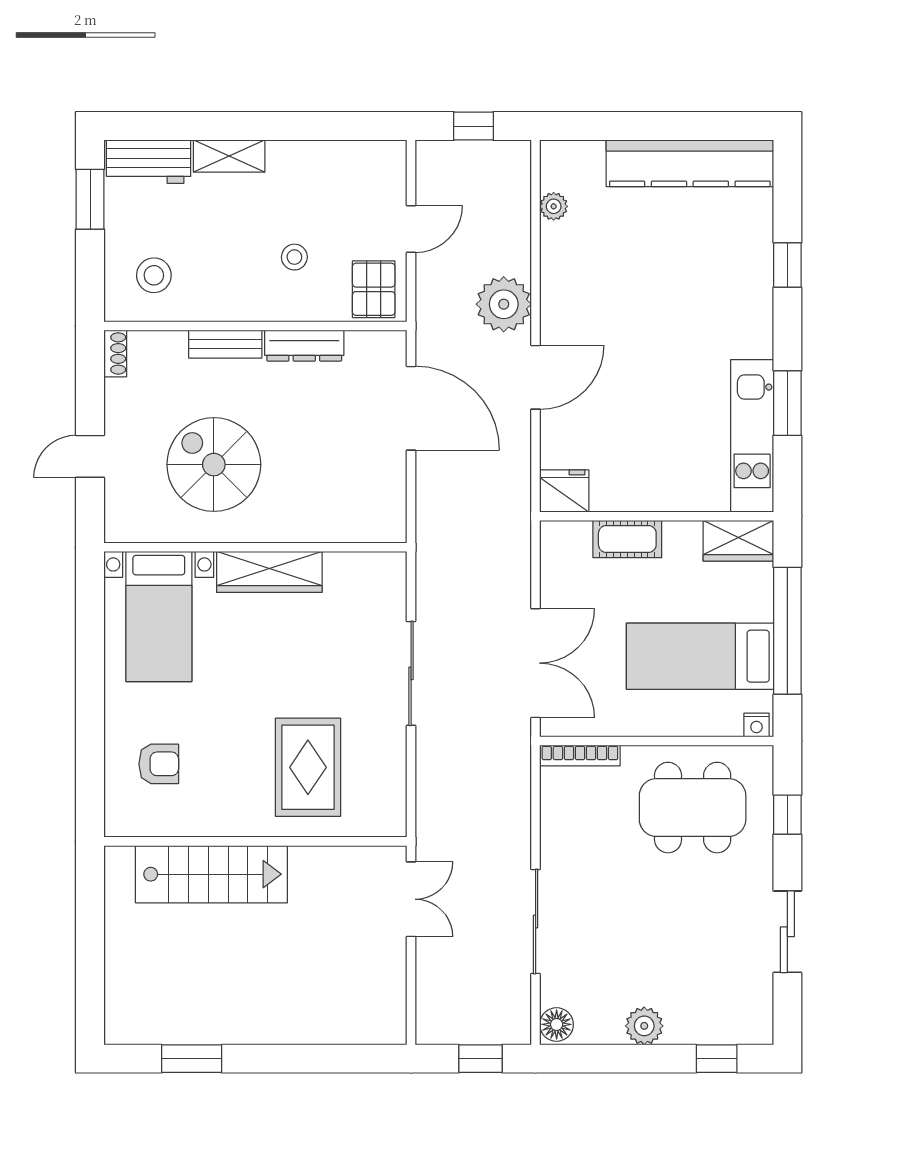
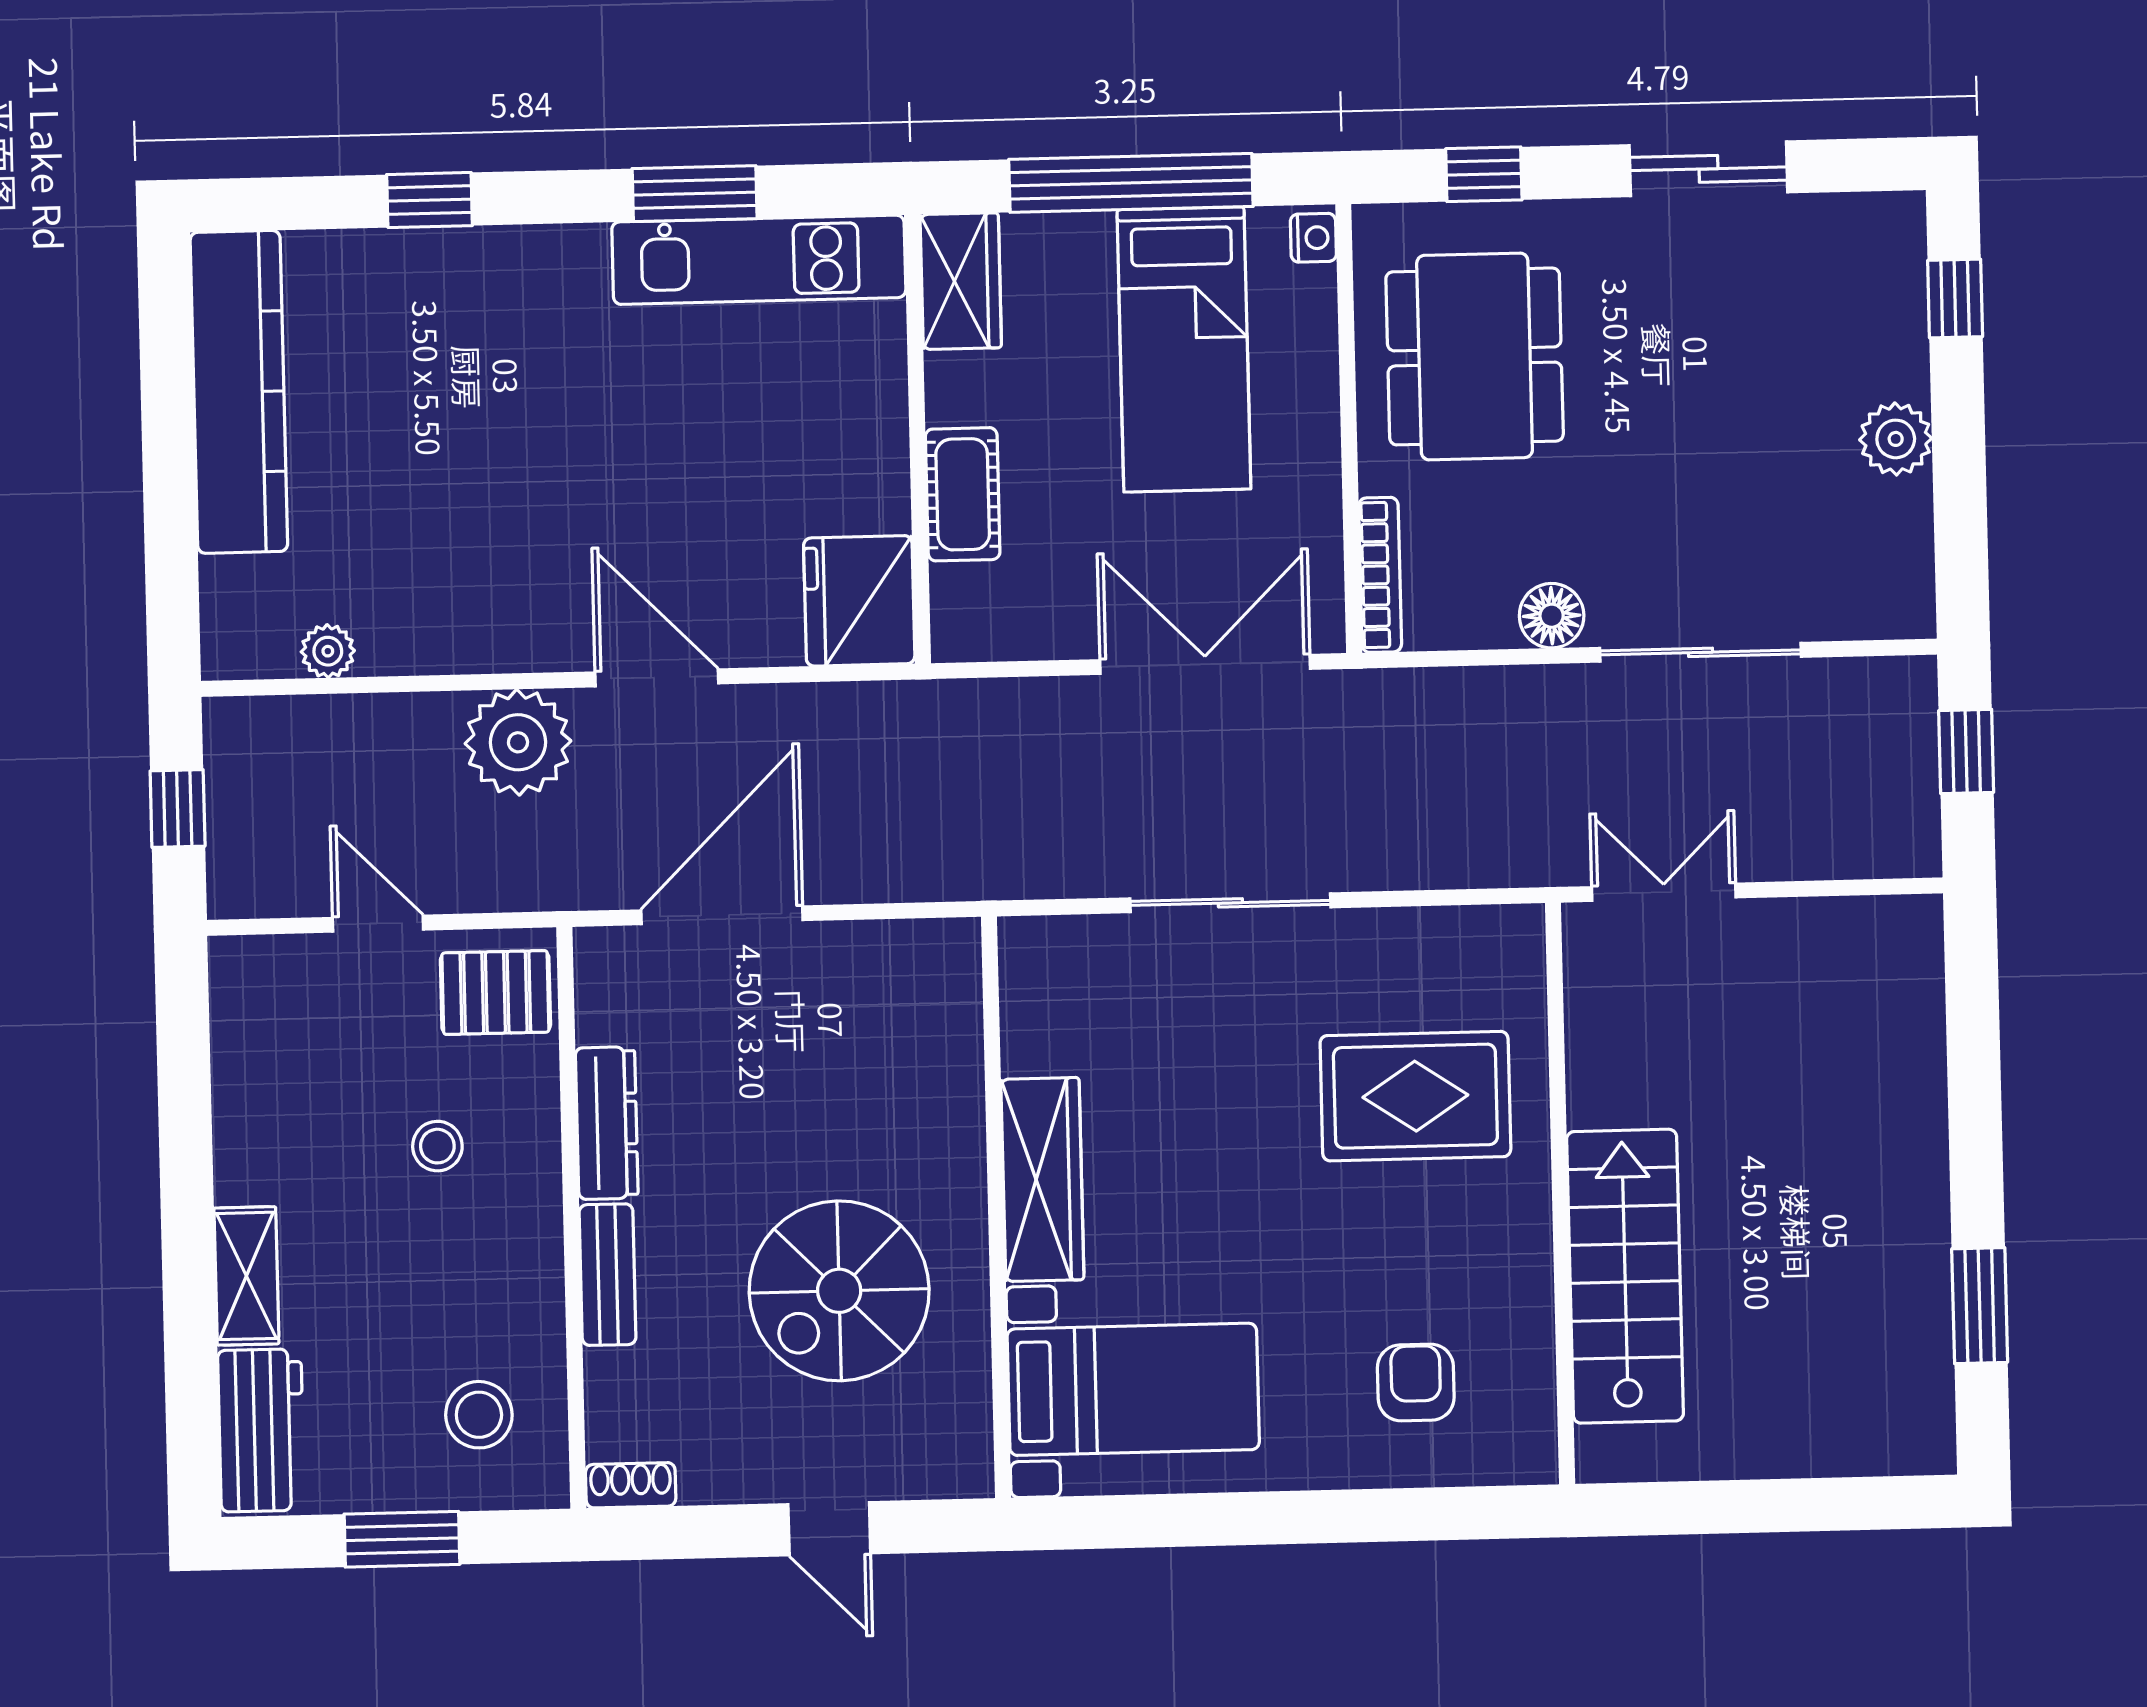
window: (90, 199) -> (402, 1539), moved
fridge: (564, 491) -> (859, 601), width x1.36, depth x1.34
floor lamp: (557, 1024) -> (1552, 616), moved

